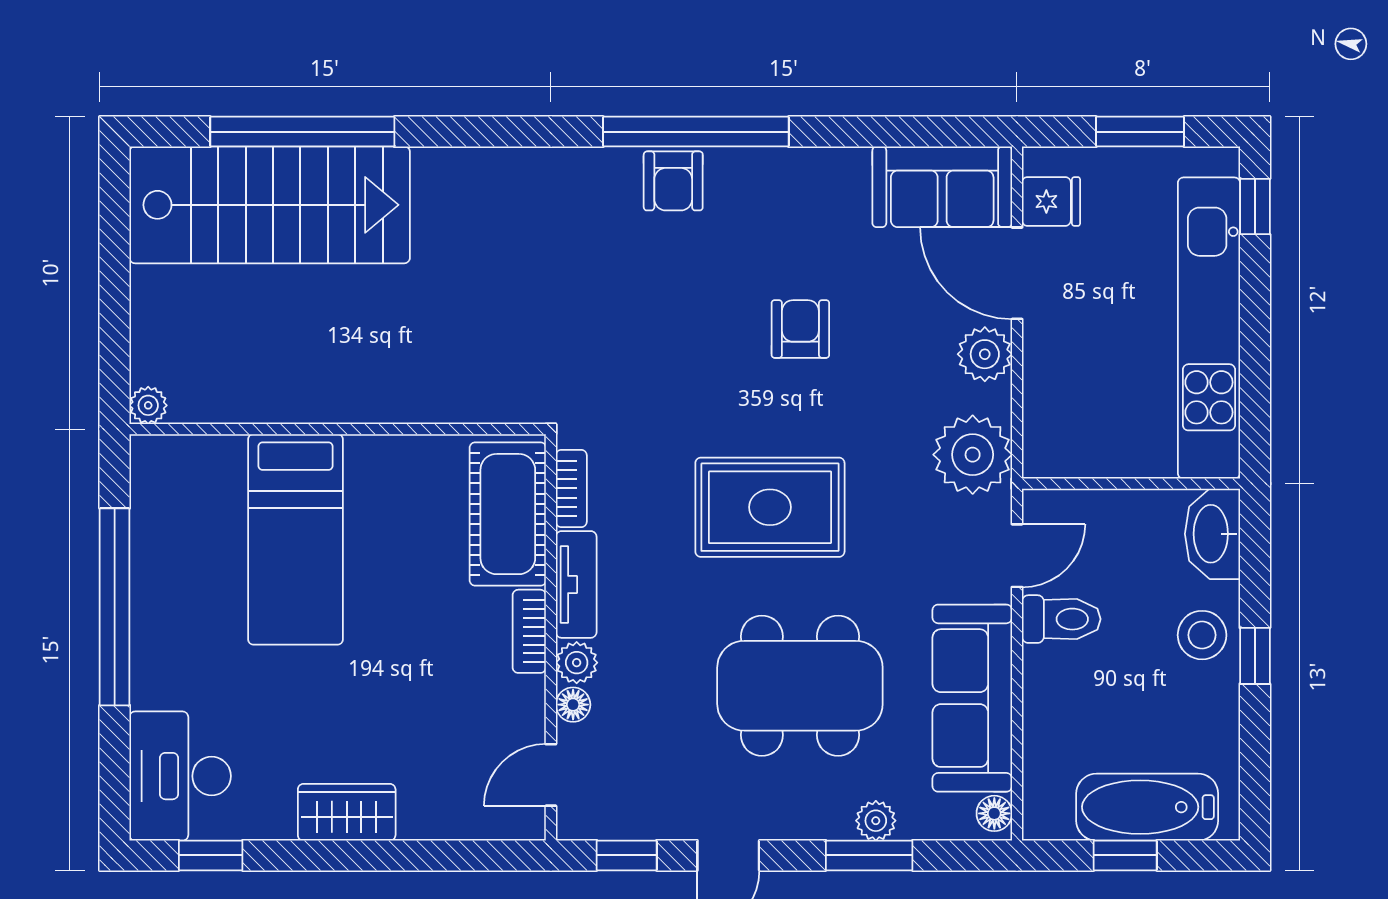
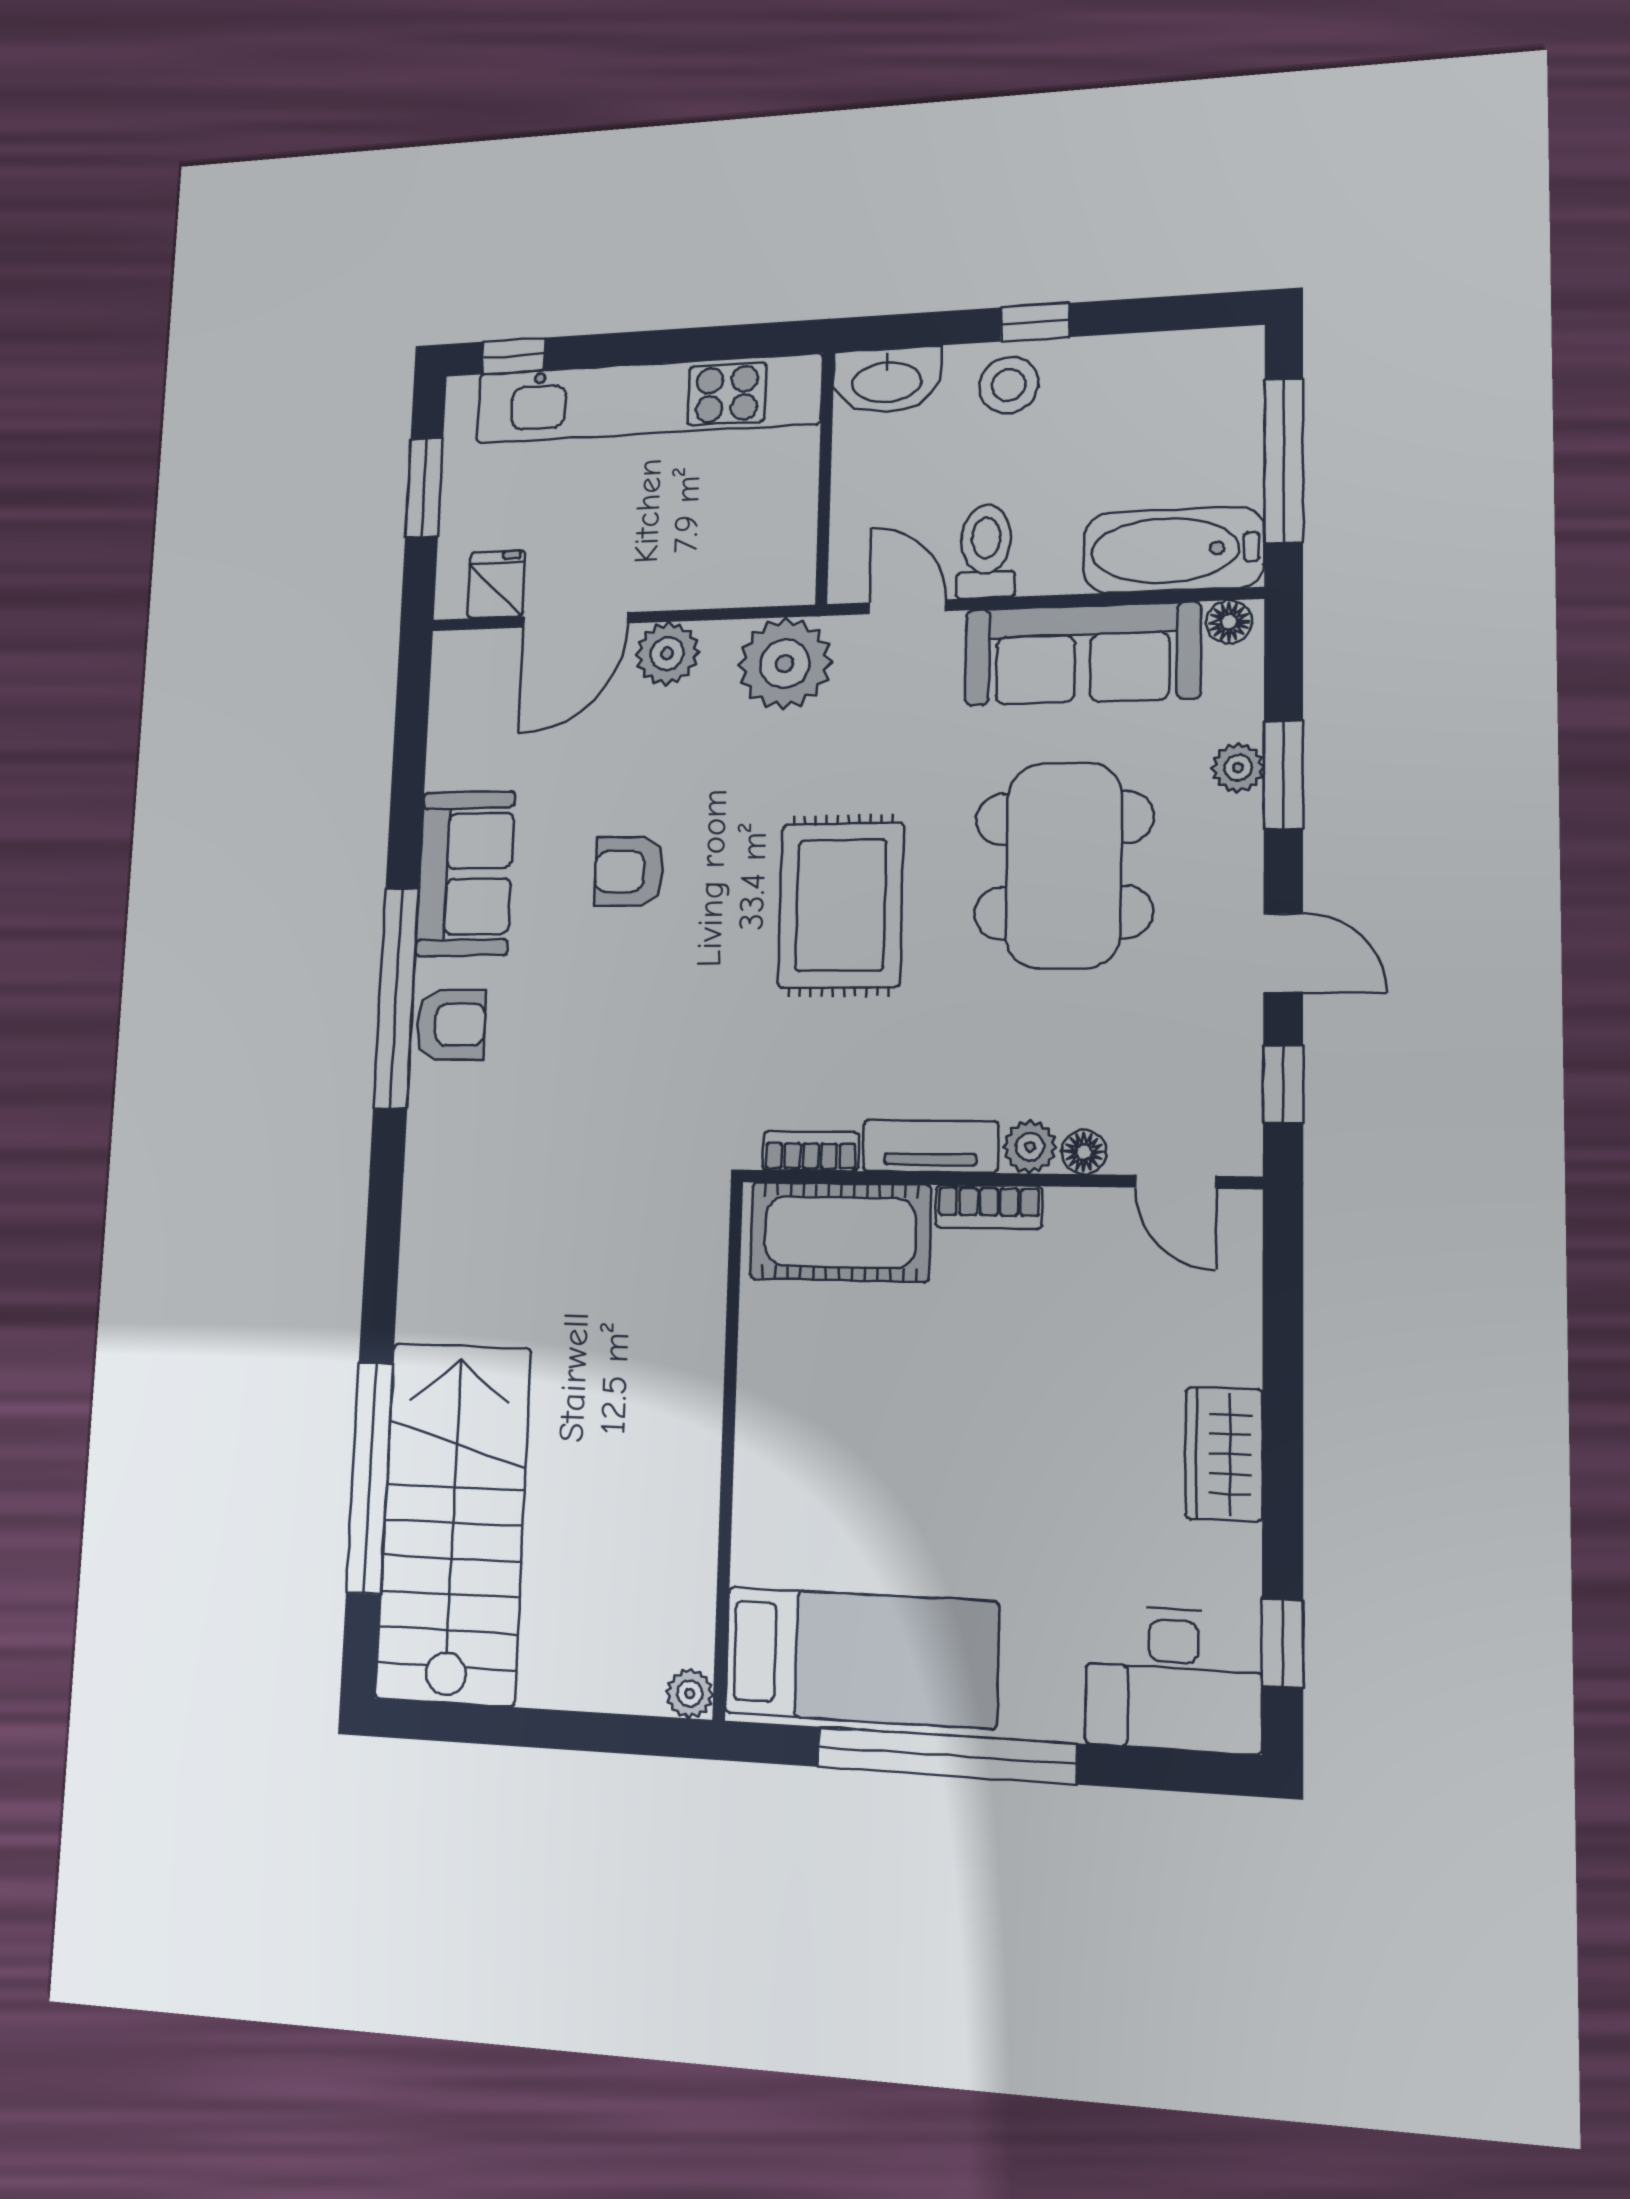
sofa: (942, 187) -> (465, 874), moved
bed: (296, 539) -> (861, 1657), moved
bathtub: (1147, 807) -> (1174, 550), moved, turned 90
window: (1125, 855) -> (1284, 461), width x2.17

